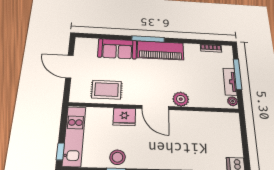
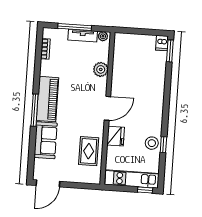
door: (69, 67) -> (48, 183), moved
plant: (181, 99) -> (101, 69), moved

